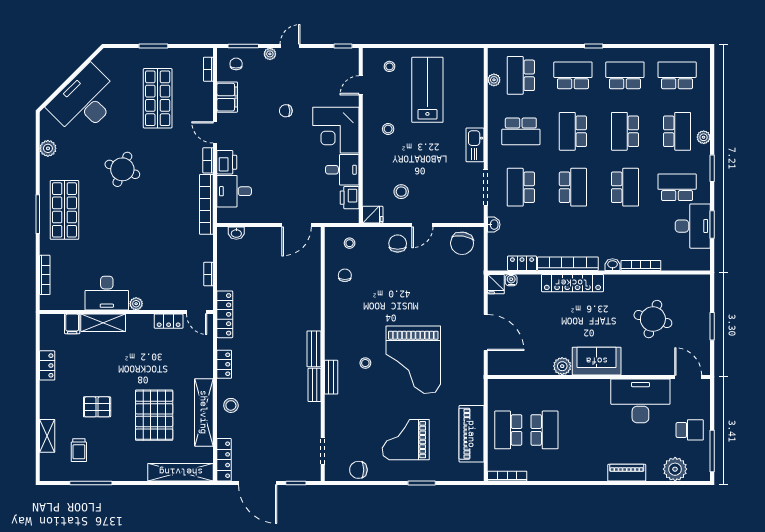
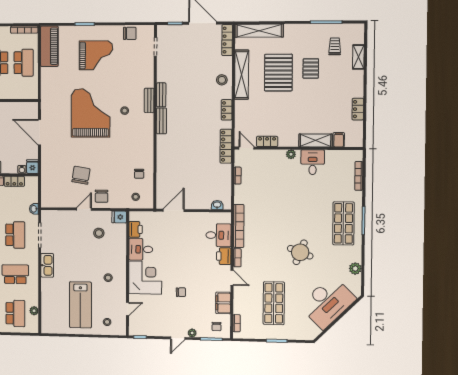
chair: (462, 243) -> (81, 175), moved
desk: (107, 293) -> (313, 162), width x0.73
pallet: (97, 407) -> (311, 68), moved, turned 90
piano: (472, 434) -> (49, 46), moved

